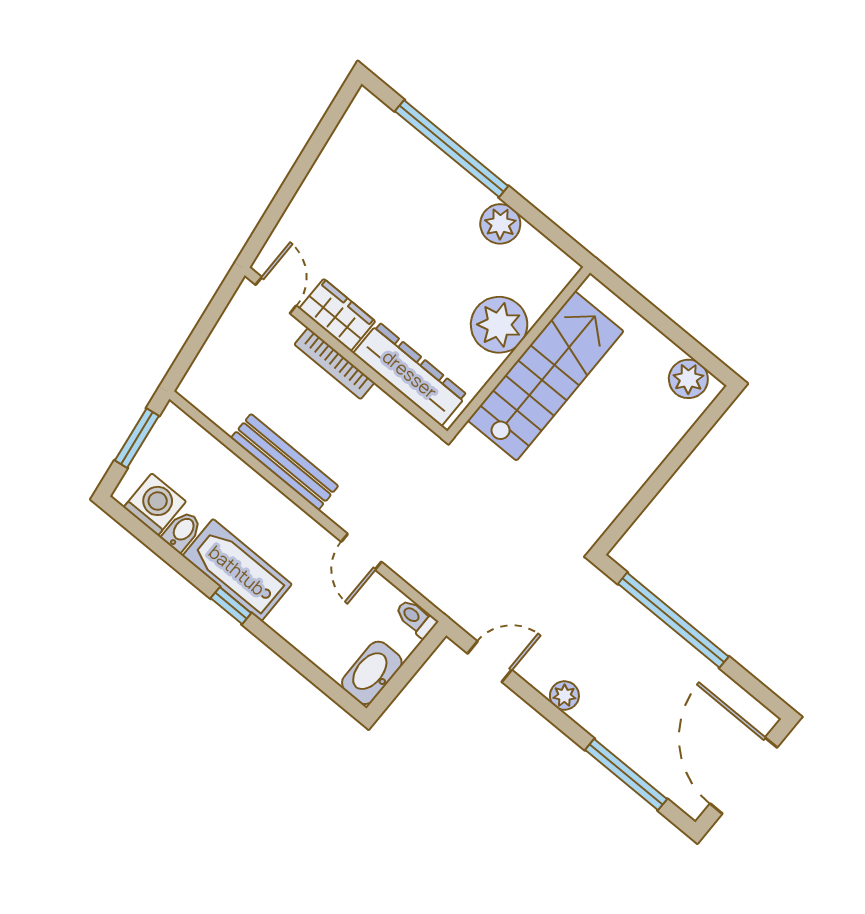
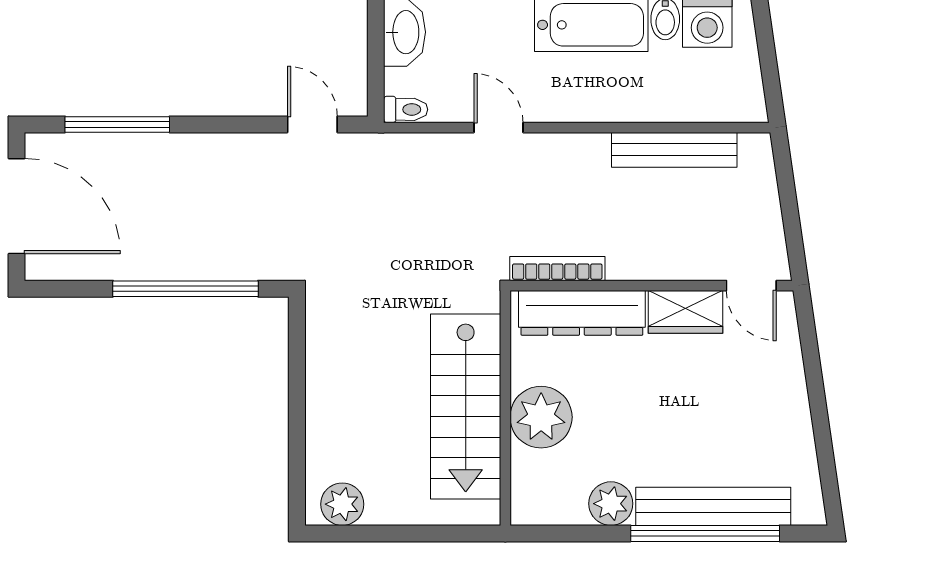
bench: (430, 163) -> (713, 506), added
bookcase: (334, 363) -> (557, 269), moved
window: (137, 438) -> (769, 66), removed
bench: (285, 462) -> (674, 150), moved
door: (490, 662) -> (312, 124), swing flipped
plant: (564, 696) -> (225, 148), removed

